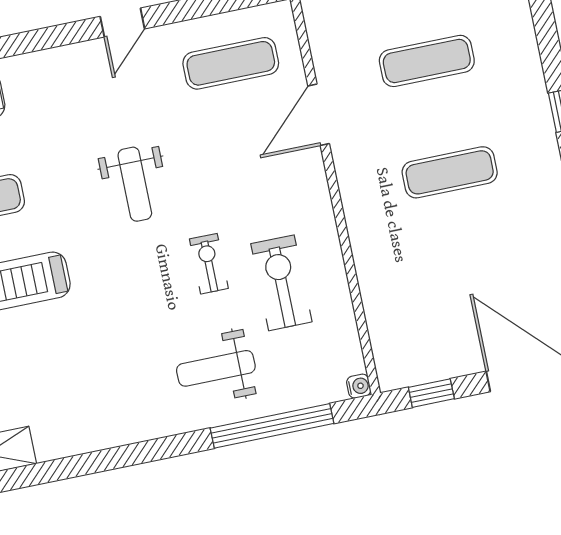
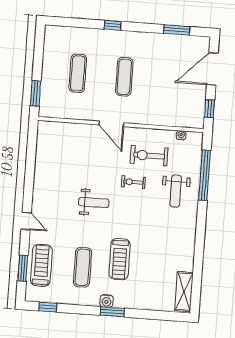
door: (122, 23) -> (26, 221), moved
exercise mat: (231, 63) -> (57, 151), removed
door: (319, 115) -> (111, 124), moved
water cooler: (359, 386) -> (181, 135), moved

